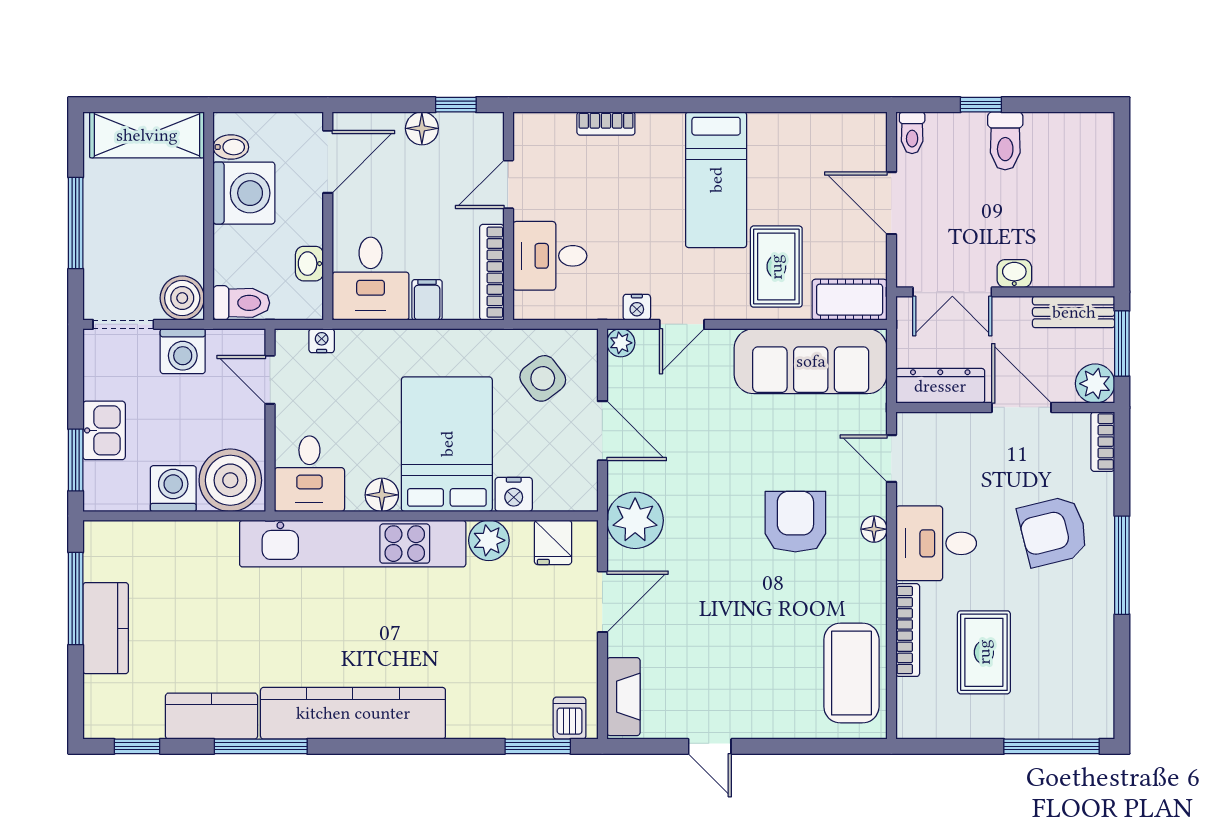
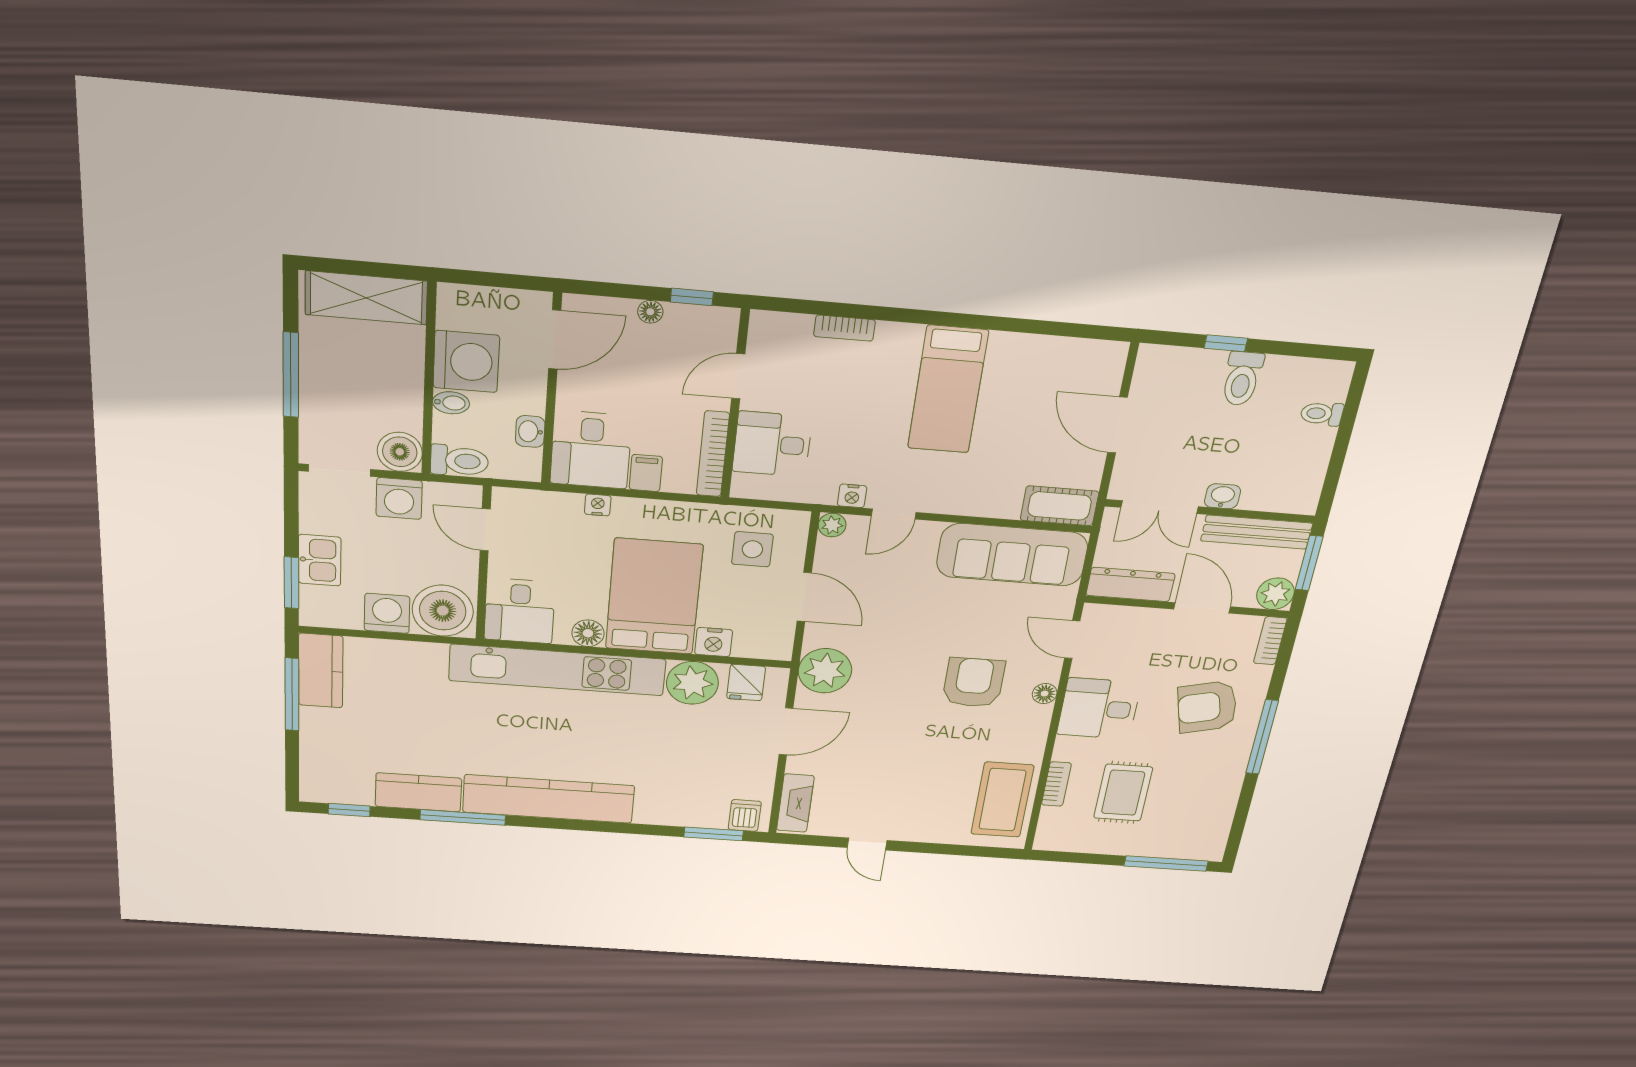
floor lamp: (422, 128) -> (650, 312), width x0.73, depth x0.73
toilet: (912, 133) -> (1322, 414), moved, turned 90
bidet: (231, 147) -> (451, 403), moved
rug: (776, 267) -> (994, 472), removed
bench: (1074, 312) -> (1257, 532), width x1.36
nightstand: (322, 341) -> (598, 505), moved
side table: (543, 378) -> (752, 549), turned 37
plant: (489, 540) -> (692, 683), width x1.36, depth x1.36
kitchen counter: (106, 628) -> (321, 671), moved
bookcase: (908, 630) -> (1056, 784), width x0.64

